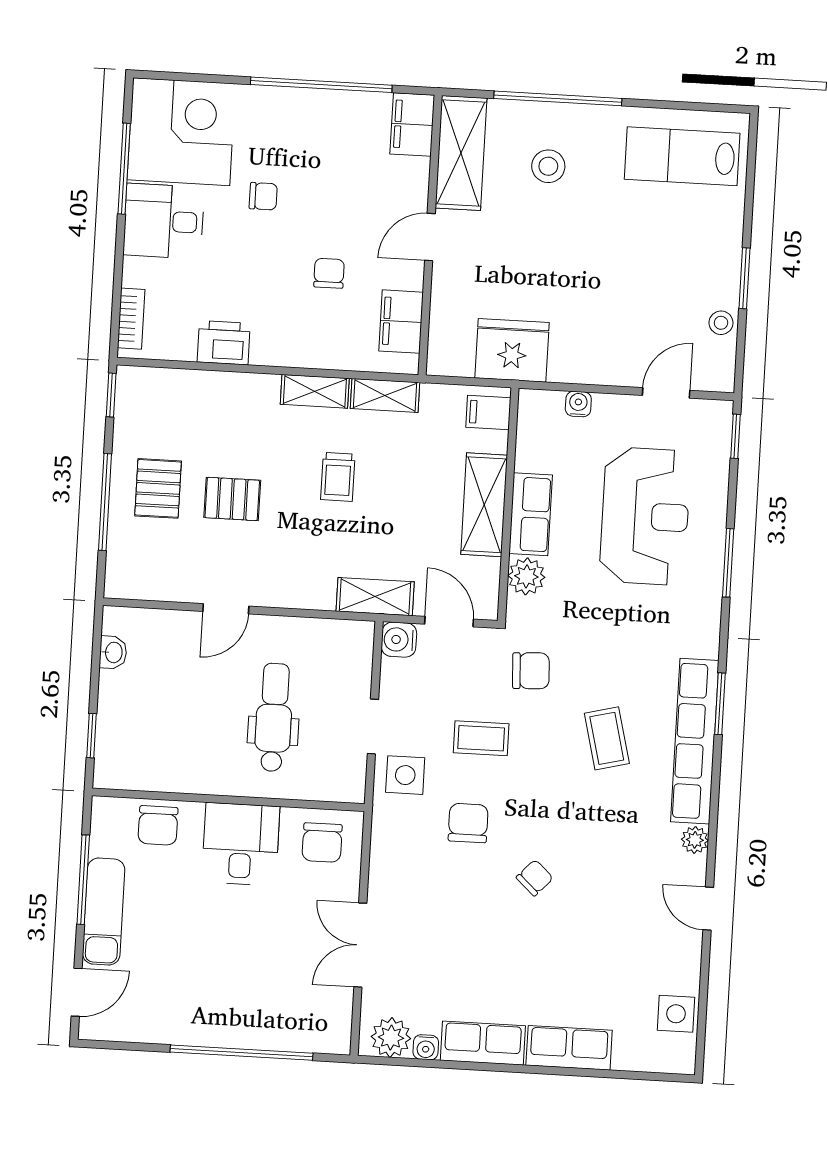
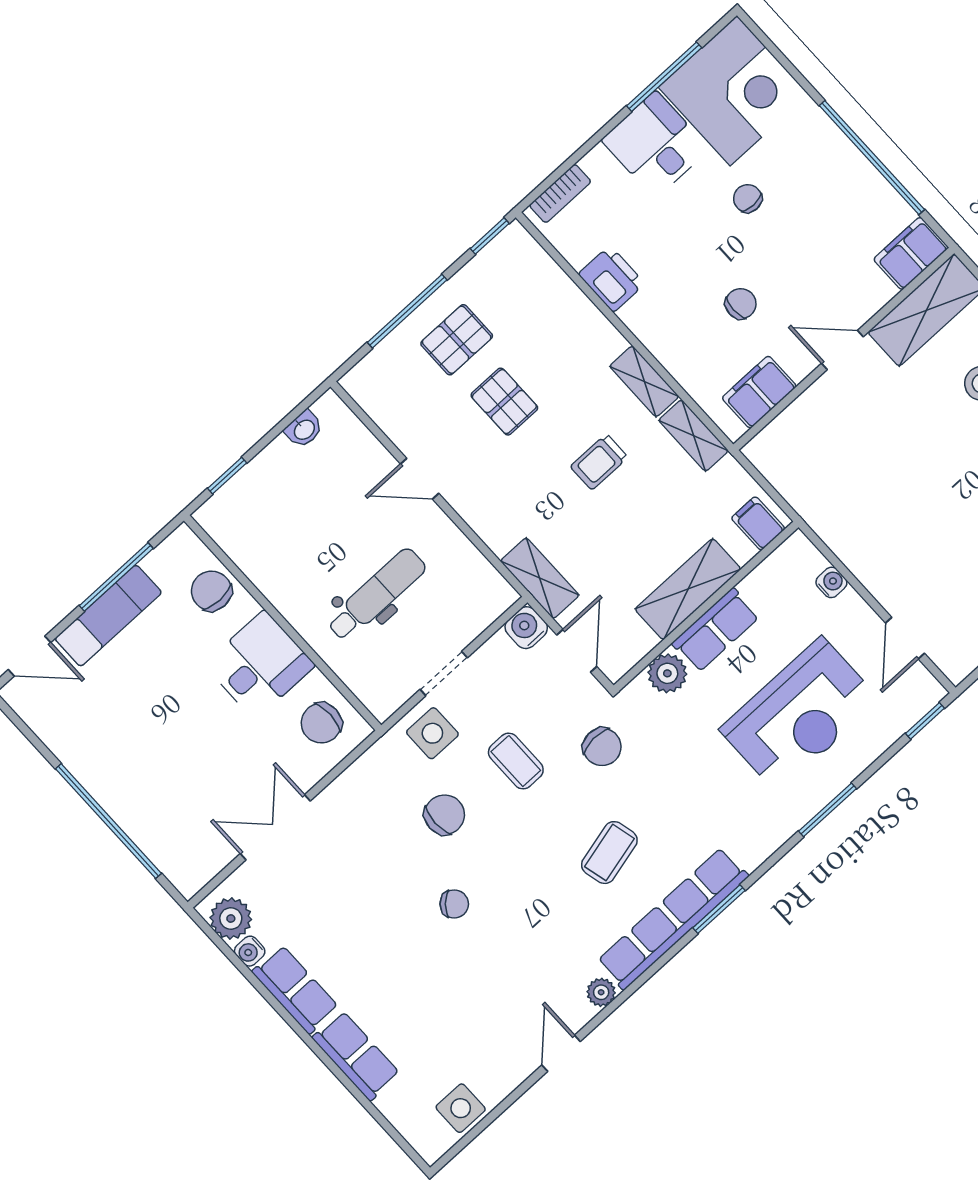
chair: (263, 196) -> (748, 198), turned 180
fridge: (512, 350) -> (821, 494), removed
door: (666, 393) -> (905, 638), swing flipped
chair: (158, 825) -> (211, 591), turned 90

